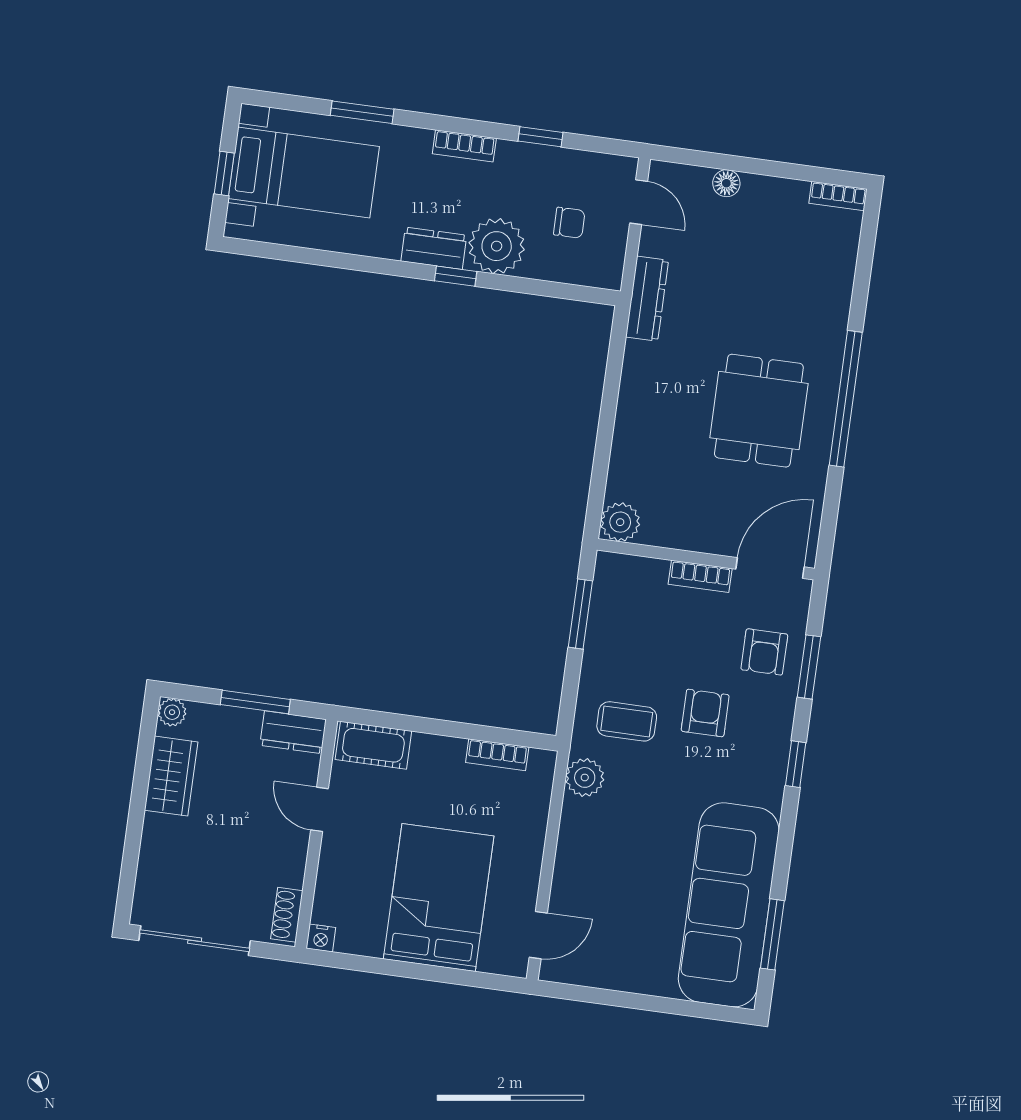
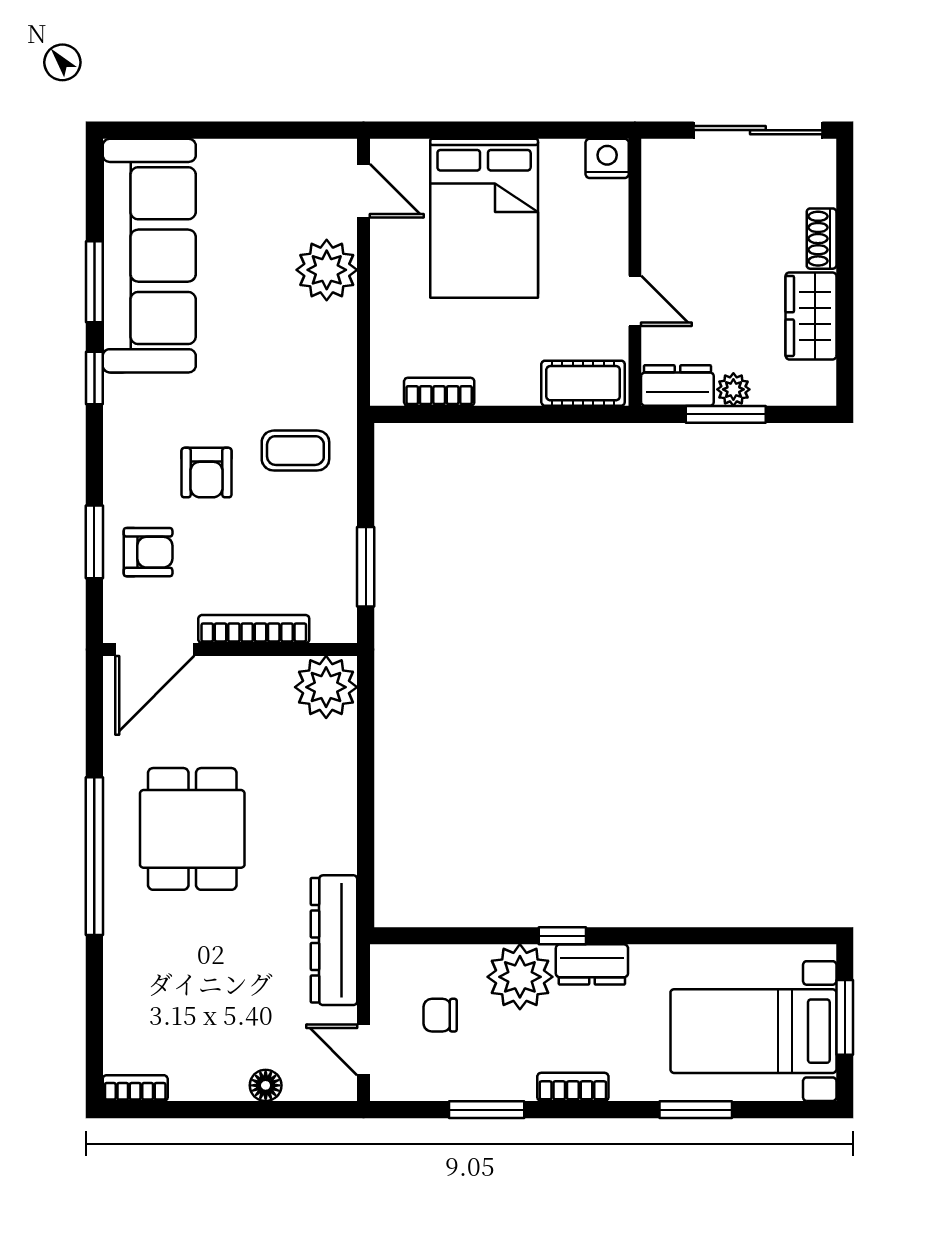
window: (541, 137) -> (487, 1110), width x1.50
window: (224, 174) -> (845, 1017), width x1.50
dresser: (647, 299) -> (334, 940), width x1.37, depth x1.24
plant: (620, 522) -> (326, 687), width x1.36, depth x1.36
bookcase: (700, 576) -> (254, 629), width x1.56
armchair: (764, 652) -> (148, 552), turned 90
plant: (172, 712) -> (733, 389), moved
window: (796, 764) -> (94, 378), moved
plant: (585, 777) -> (327, 270), moved, width x1.36, depth x1.36
shoe rack: (287, 915) -> (822, 239), moved, turned 180
window: (772, 934) -> (94, 282), moved
door: (538, 935) -> (364, 191), swing flipped
nightstand: (321, 938) -> (607, 158), width x1.39, depth x1.35

